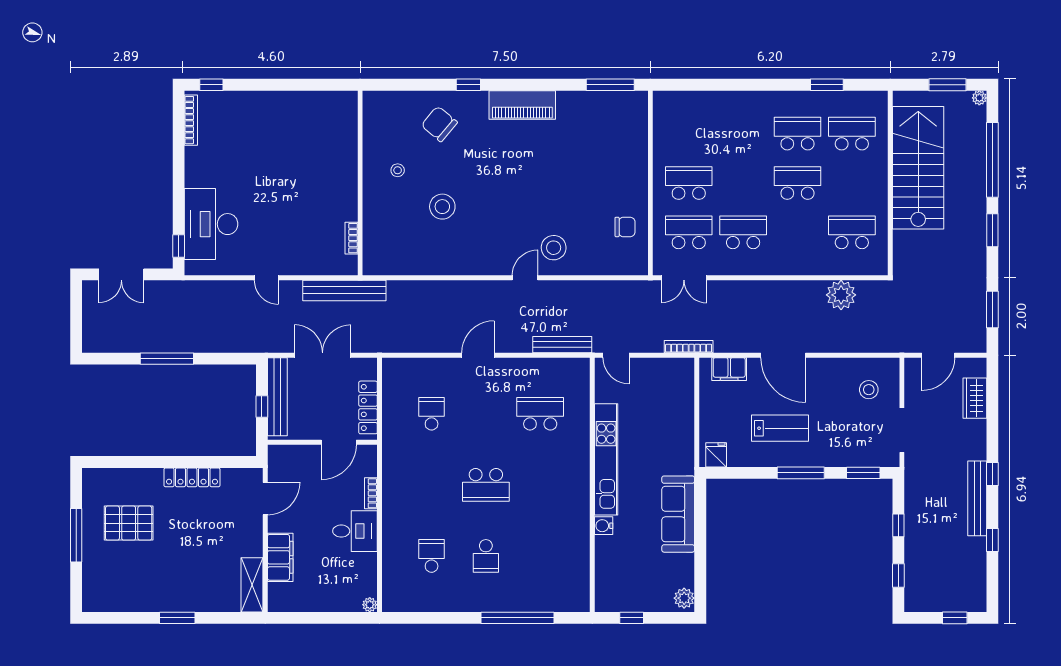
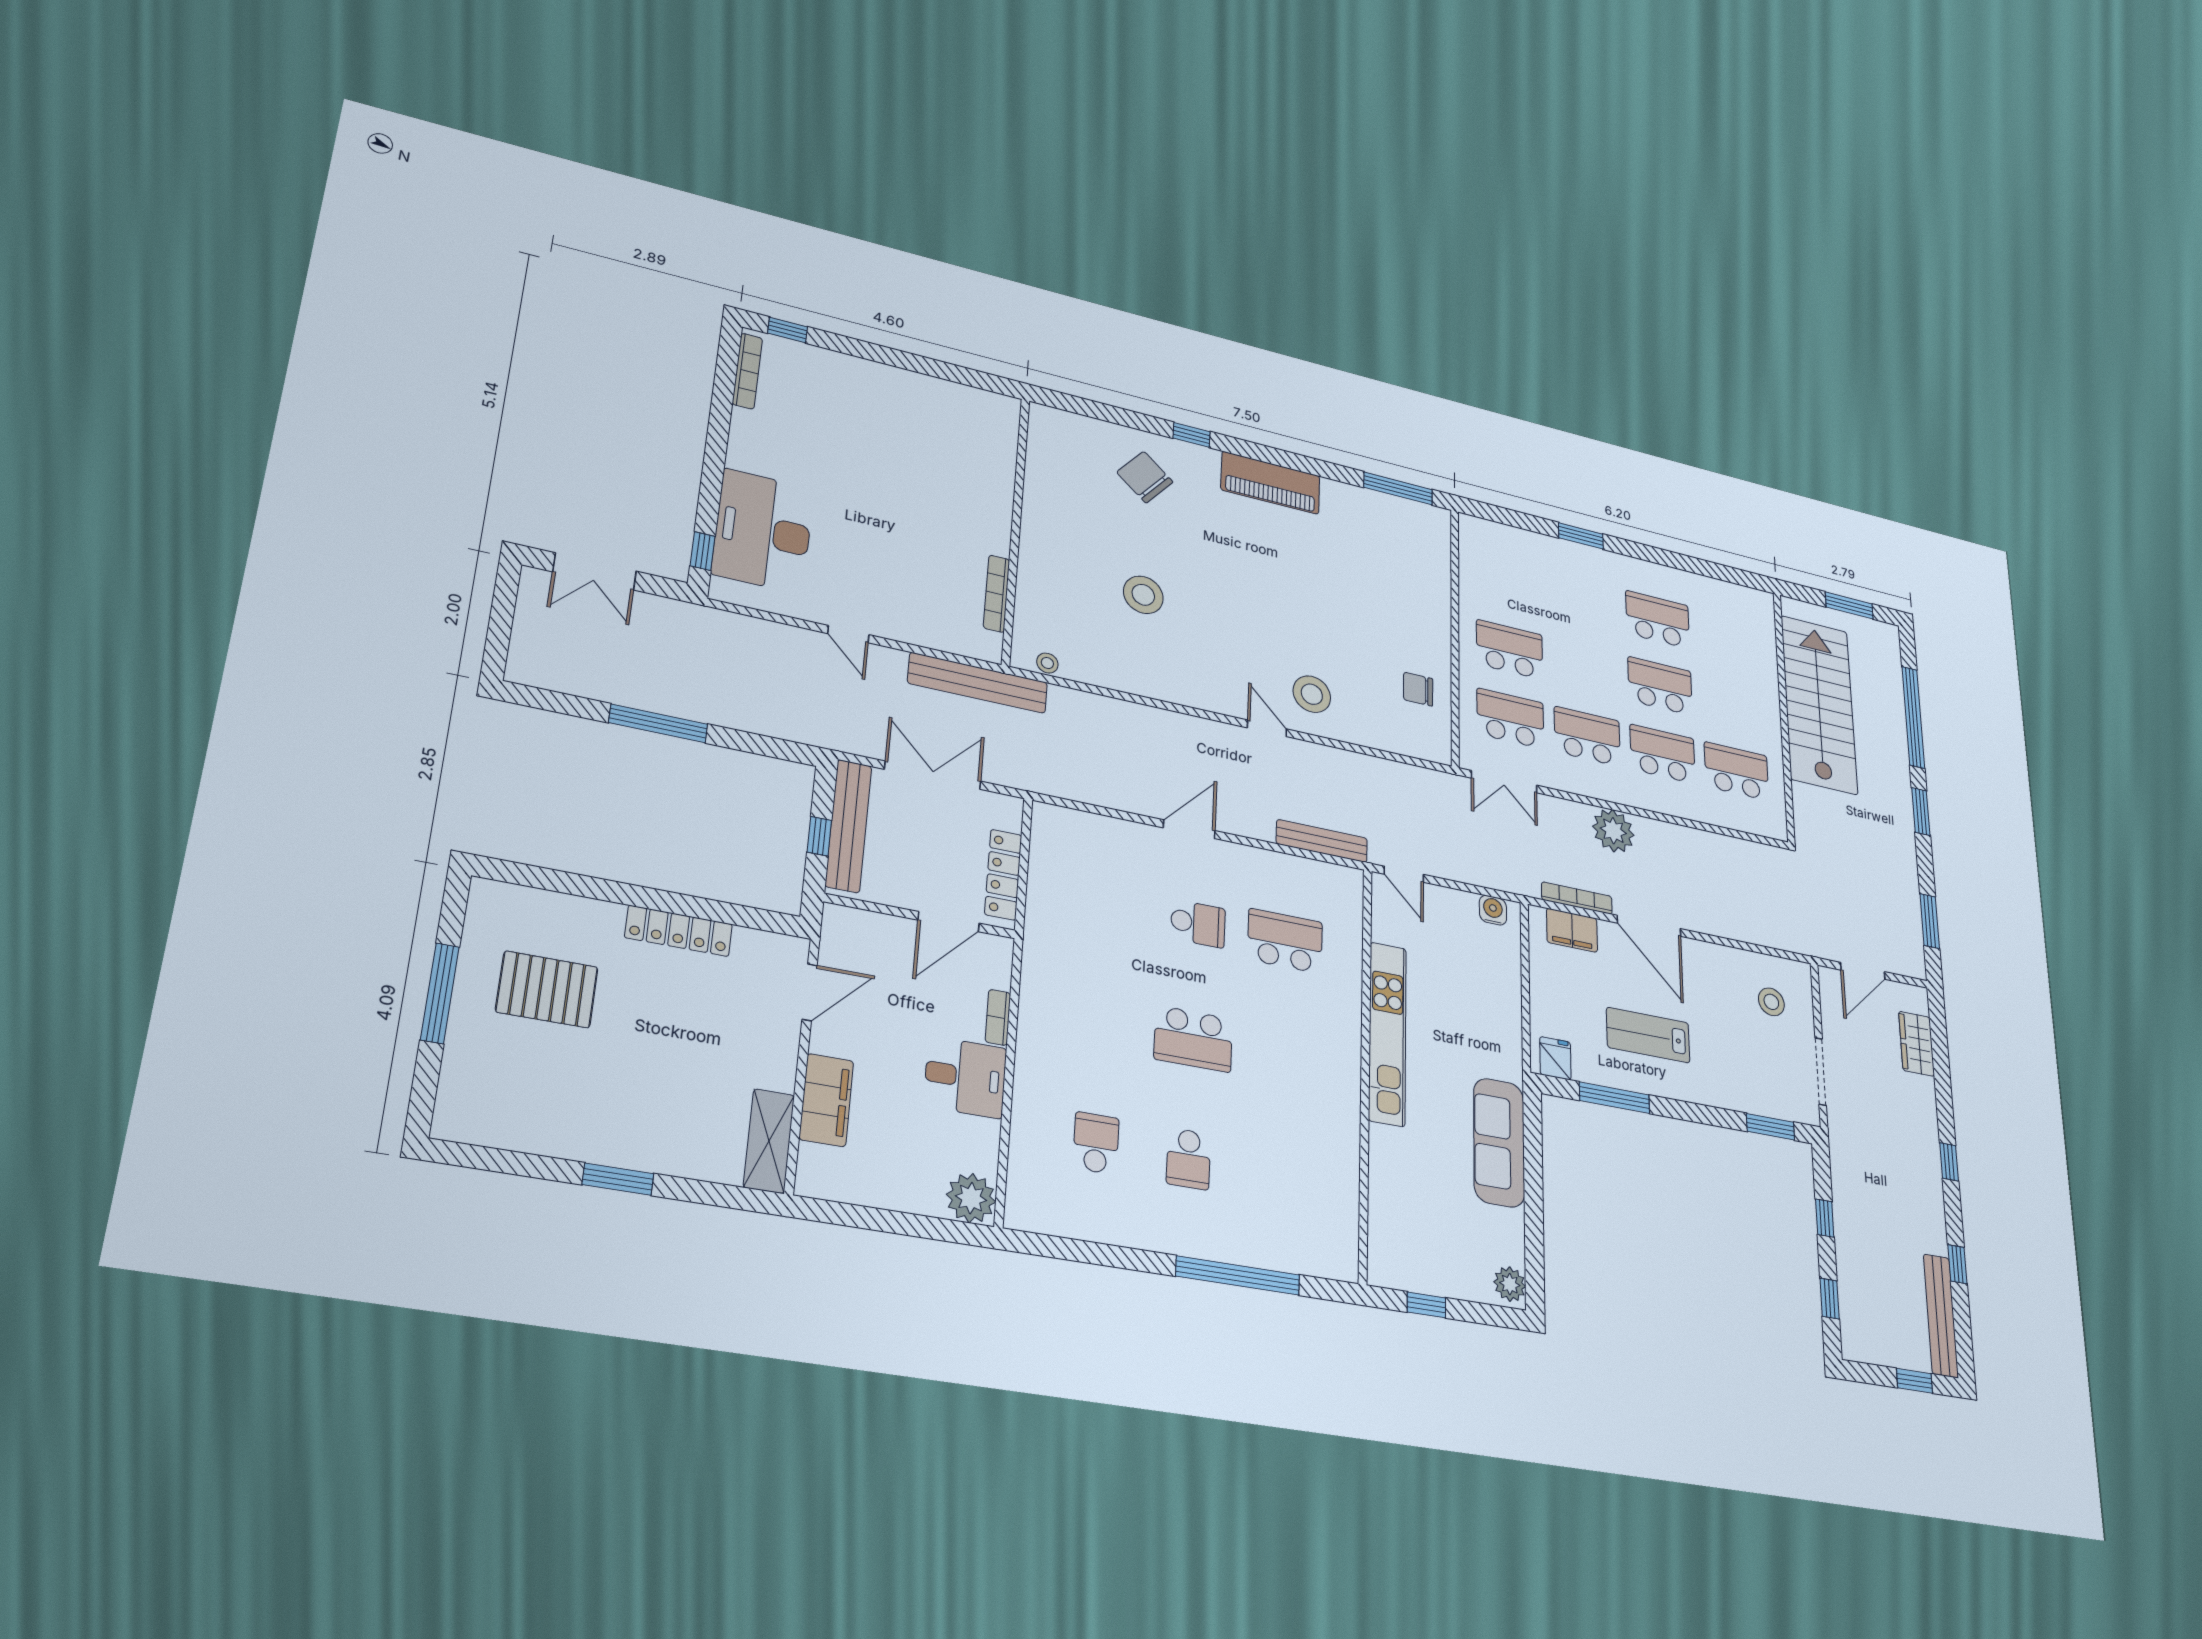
window: (827, 85) -> (1581, 536), moved
plant: (979, 98) -> (1890, 633), removed
school desk: (852, 134) -> (1663, 754), moved
stool: (398, 170) -> (1047, 663), moved
chair: (625, 227) -> (1418, 689), turned 180
bookcase: (351, 238) -> (997, 594), width x1.56
door: (525, 278) -> (1267, 728), hinge flipped
plant: (841, 295) -> (1613, 831), moved
bookcase: (689, 347) -> (1577, 898), moved
school desk: (432, 414) -> (1198, 924), moved, turned 90
lab bench: (780, 428) -> (1648, 1035), turned 180
window: (801, 473) -> (1614, 1098), moved
bench: (977, 498) -> (1941, 1316), moved
water cooler: (604, 526) -> (1493, 910), moved, turned 90
plant: (370, 605) -> (971, 1198), width x1.88, depth x1.88

